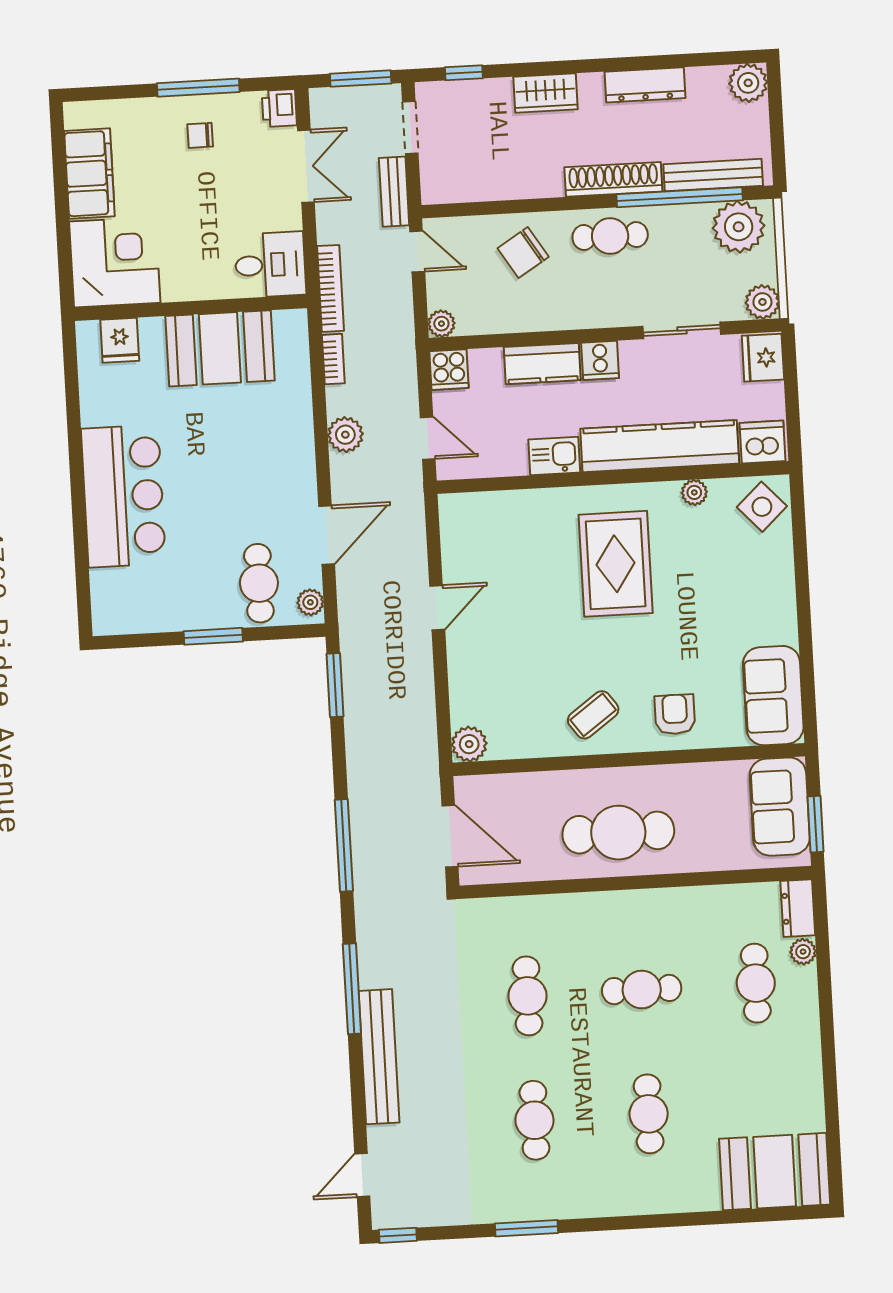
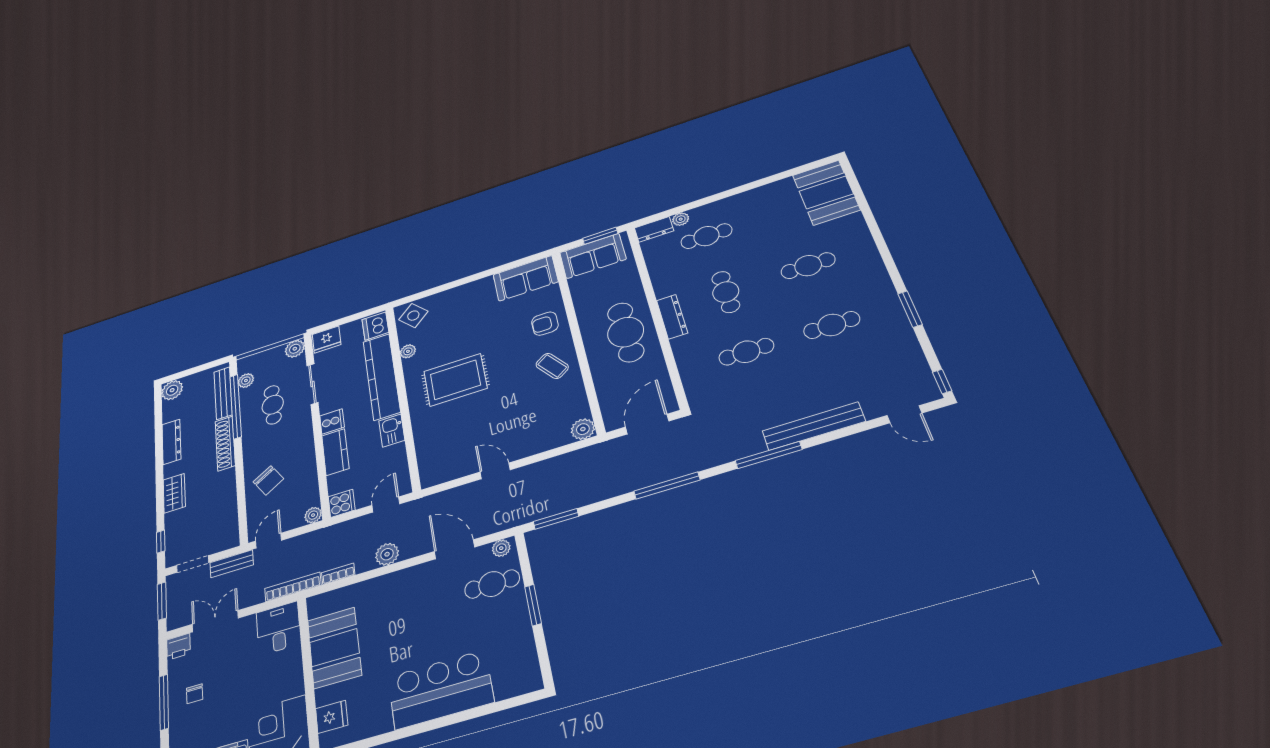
plant: (739, 227) -> (246, 381), width x0.53, depth x0.53
cafe table: (610, 236) -> (273, 405), moved
dresser: (623, 905) -> (672, 317), added

